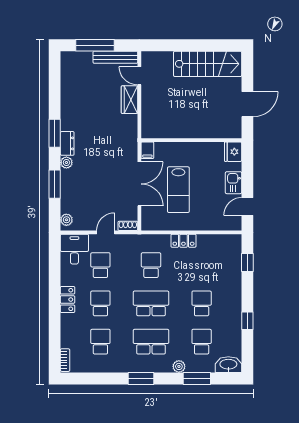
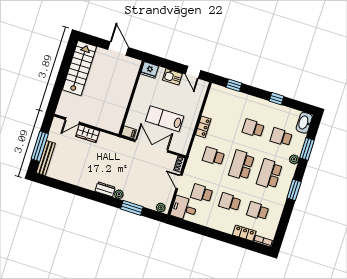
bench: (115, 57) -> (46, 158), moved
window: (55, 133) -> (95, 196), removed
lab bench: (178, 190) -> (165, 119), turned 180
locker: (68, 300) -> (244, 233), moved

